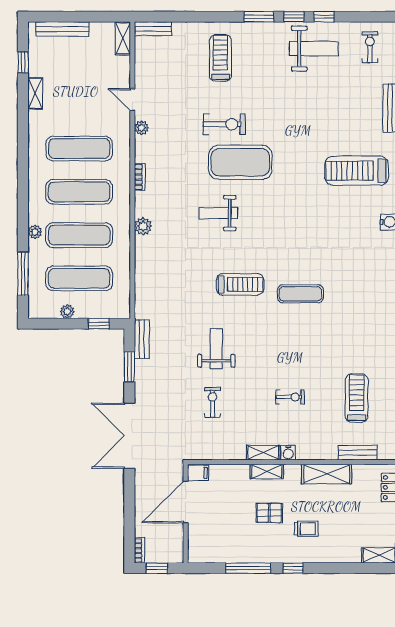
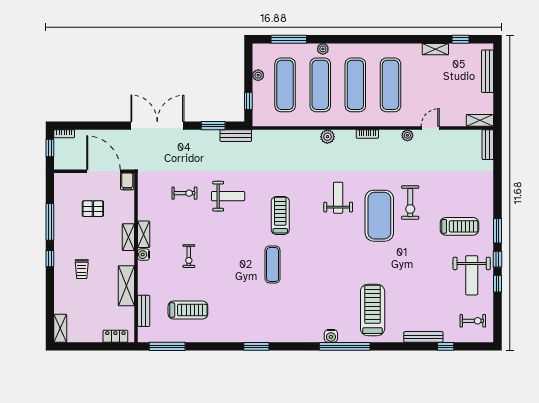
treadmill: (220, 58) -> (459, 226), moved
treadmill: (240, 284) -> (280, 215), turned 180
pallet: (269, 513) -> (93, 209), moved, turned 90

